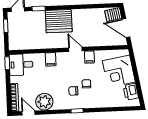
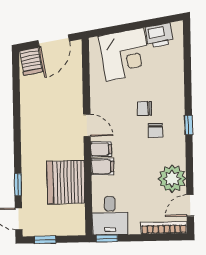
server rack: (59, 21) -> (66, 182), moved, turned 180
door: (75, 49) -> (87, 125), swing flipped
filing cabinet: (89, 57) -> (101, 149), moved

